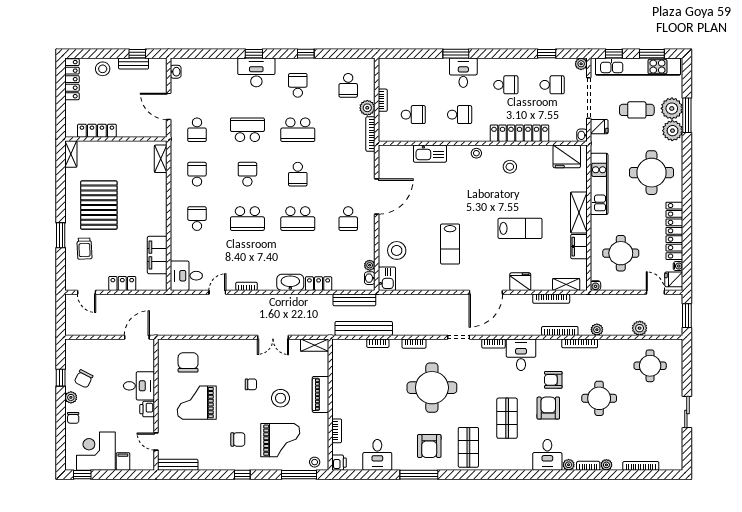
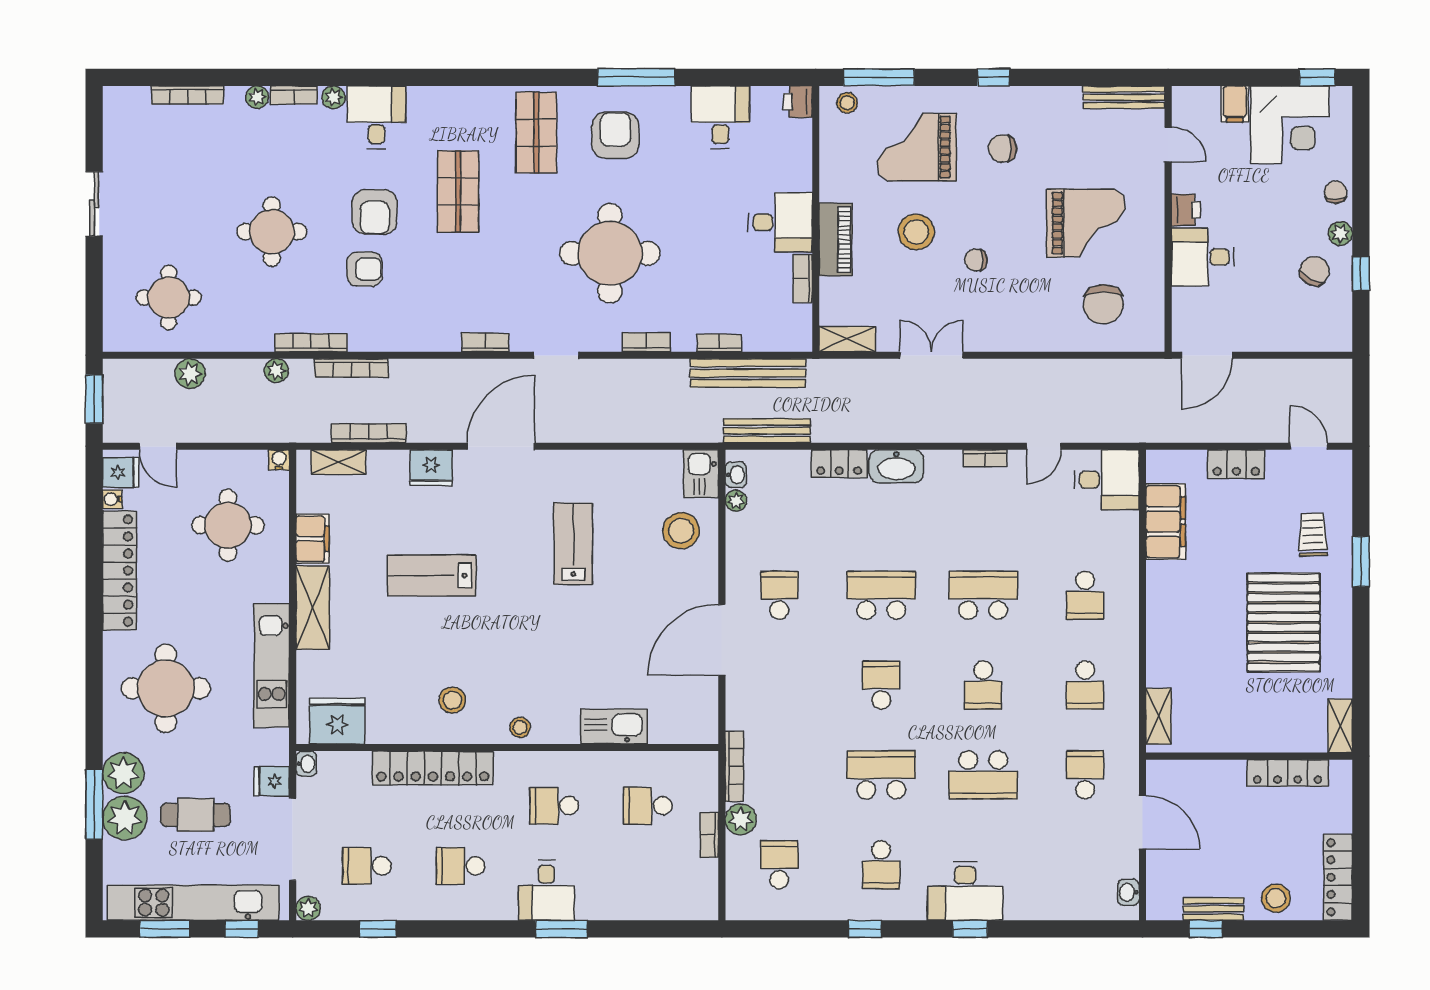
desk: (521, 355) -> (780, 222), moved, turned -90
bookcase: (337, 431) -> (803, 279), moved

